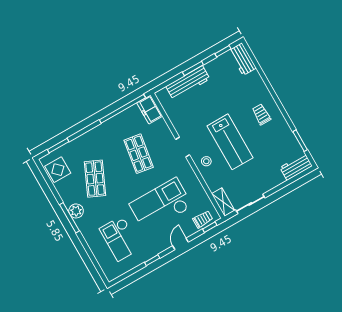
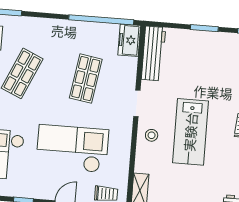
workbench: (188, 83) -> (153, 53), moved, turned -90

